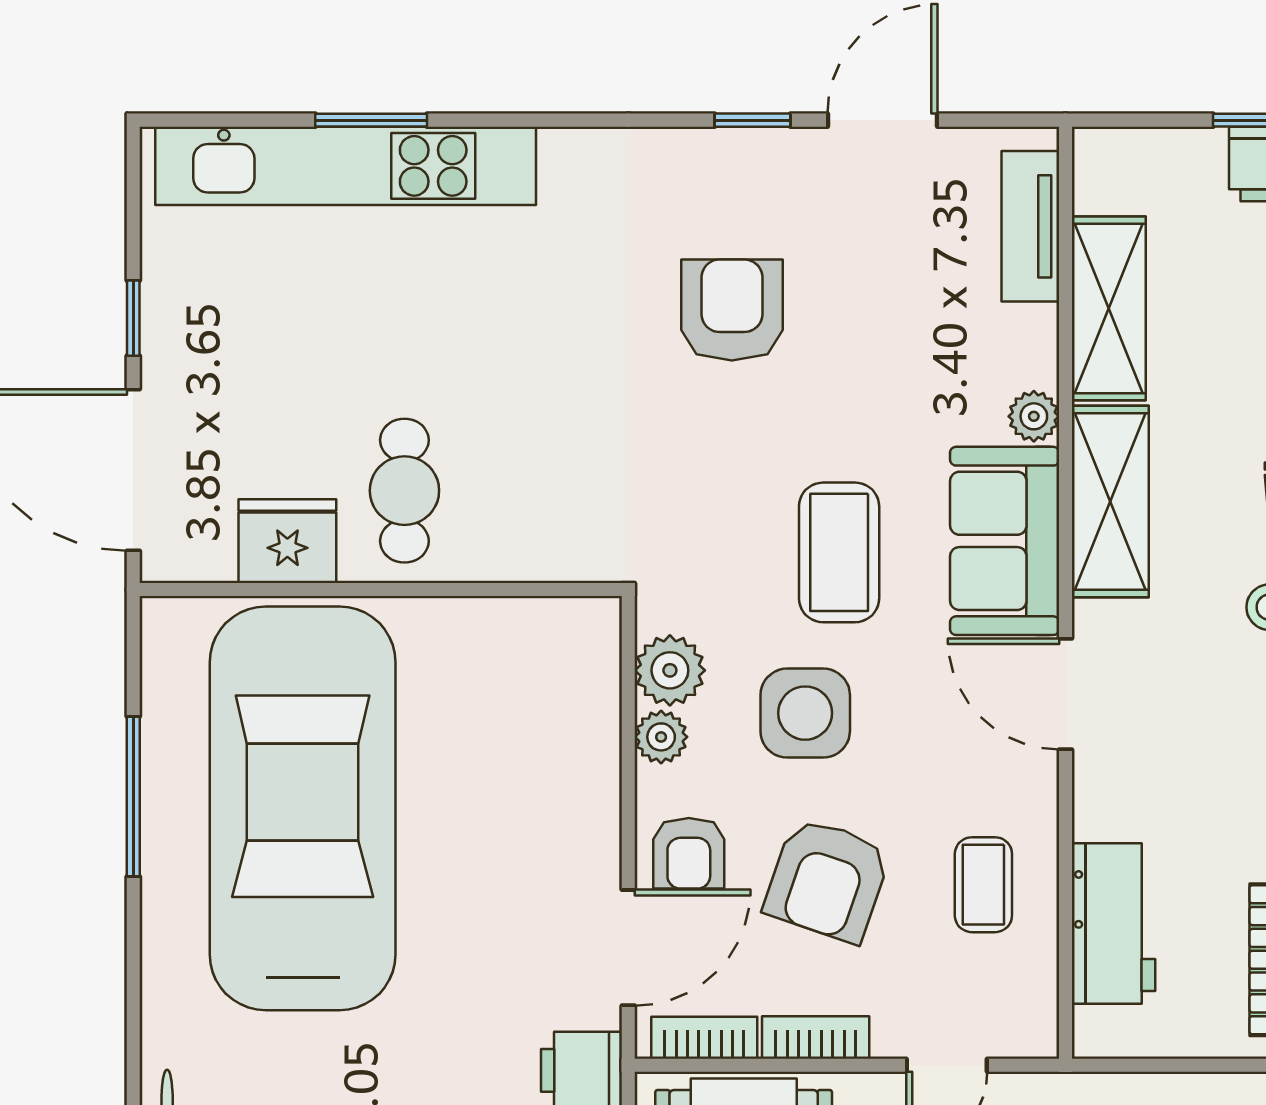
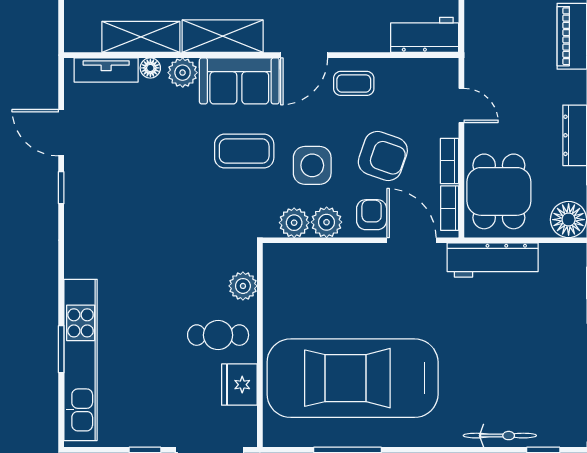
armchair: (732, 310) -> (142, 196), removed
floor lamp: (1035, 331) -> (150, 68), added
plant: (1034, 416) -> (183, 73), width x1.38, depth x1.38
plant: (520, 549) -> (243, 286), added
plant: (661, 737) -> (327, 222), width x1.38, depth x1.38
armchair: (689, 853) -> (372, 215), turned -90
coffee table: (983, 885) -> (354, 83), moved
workbench: (1113, 924) -> (425, 35), moved

